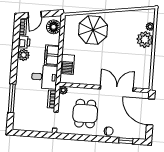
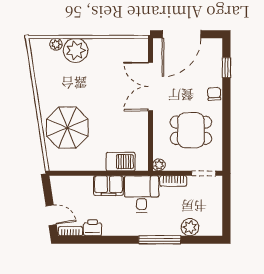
floor lamp: (54, 27) -> (67, 186), removed
plant: (24, 55) -> (190, 227), moved
window: (12, 98) -> (160, 240), moved

